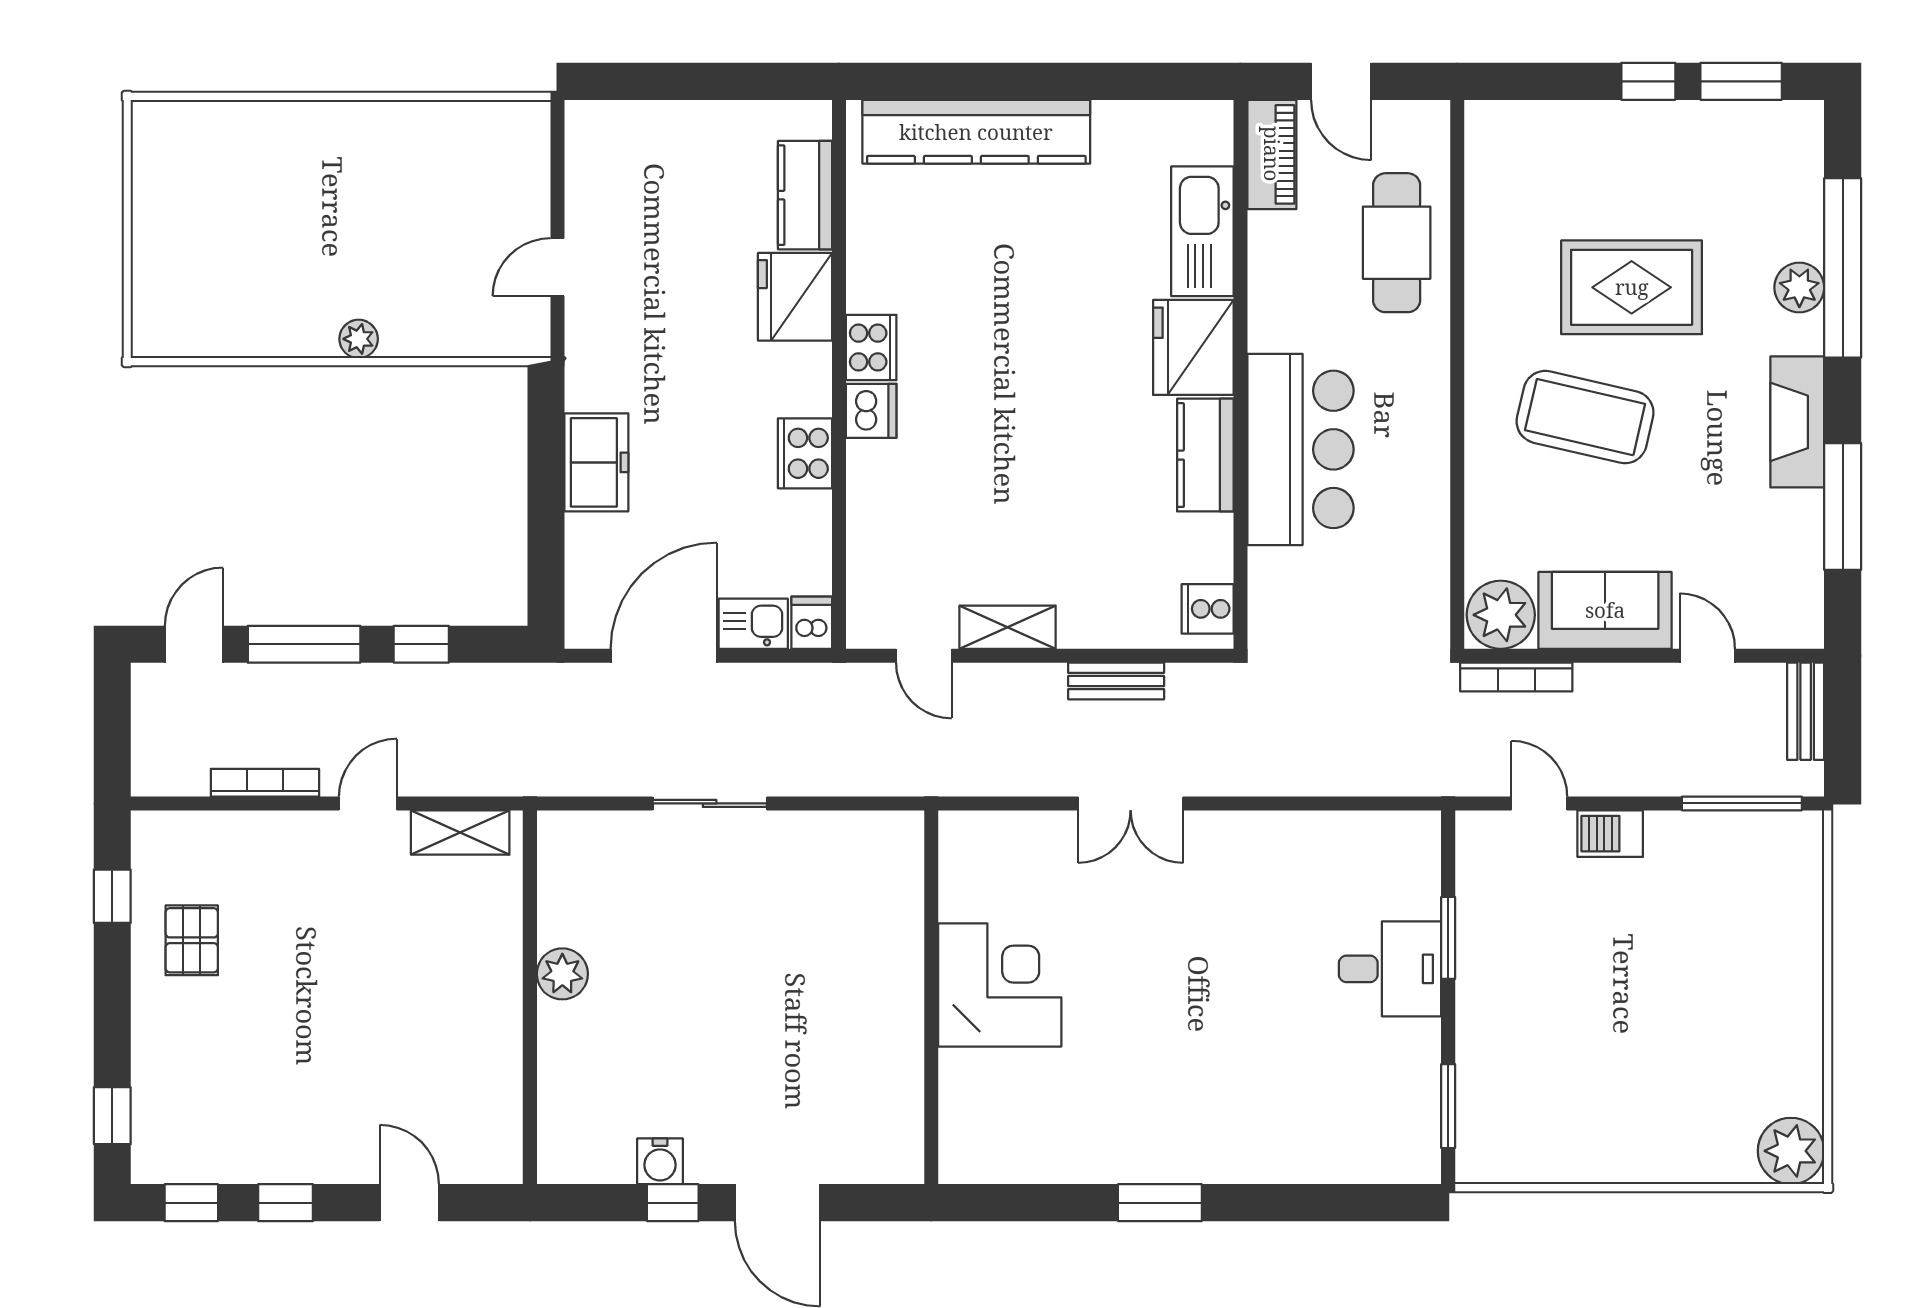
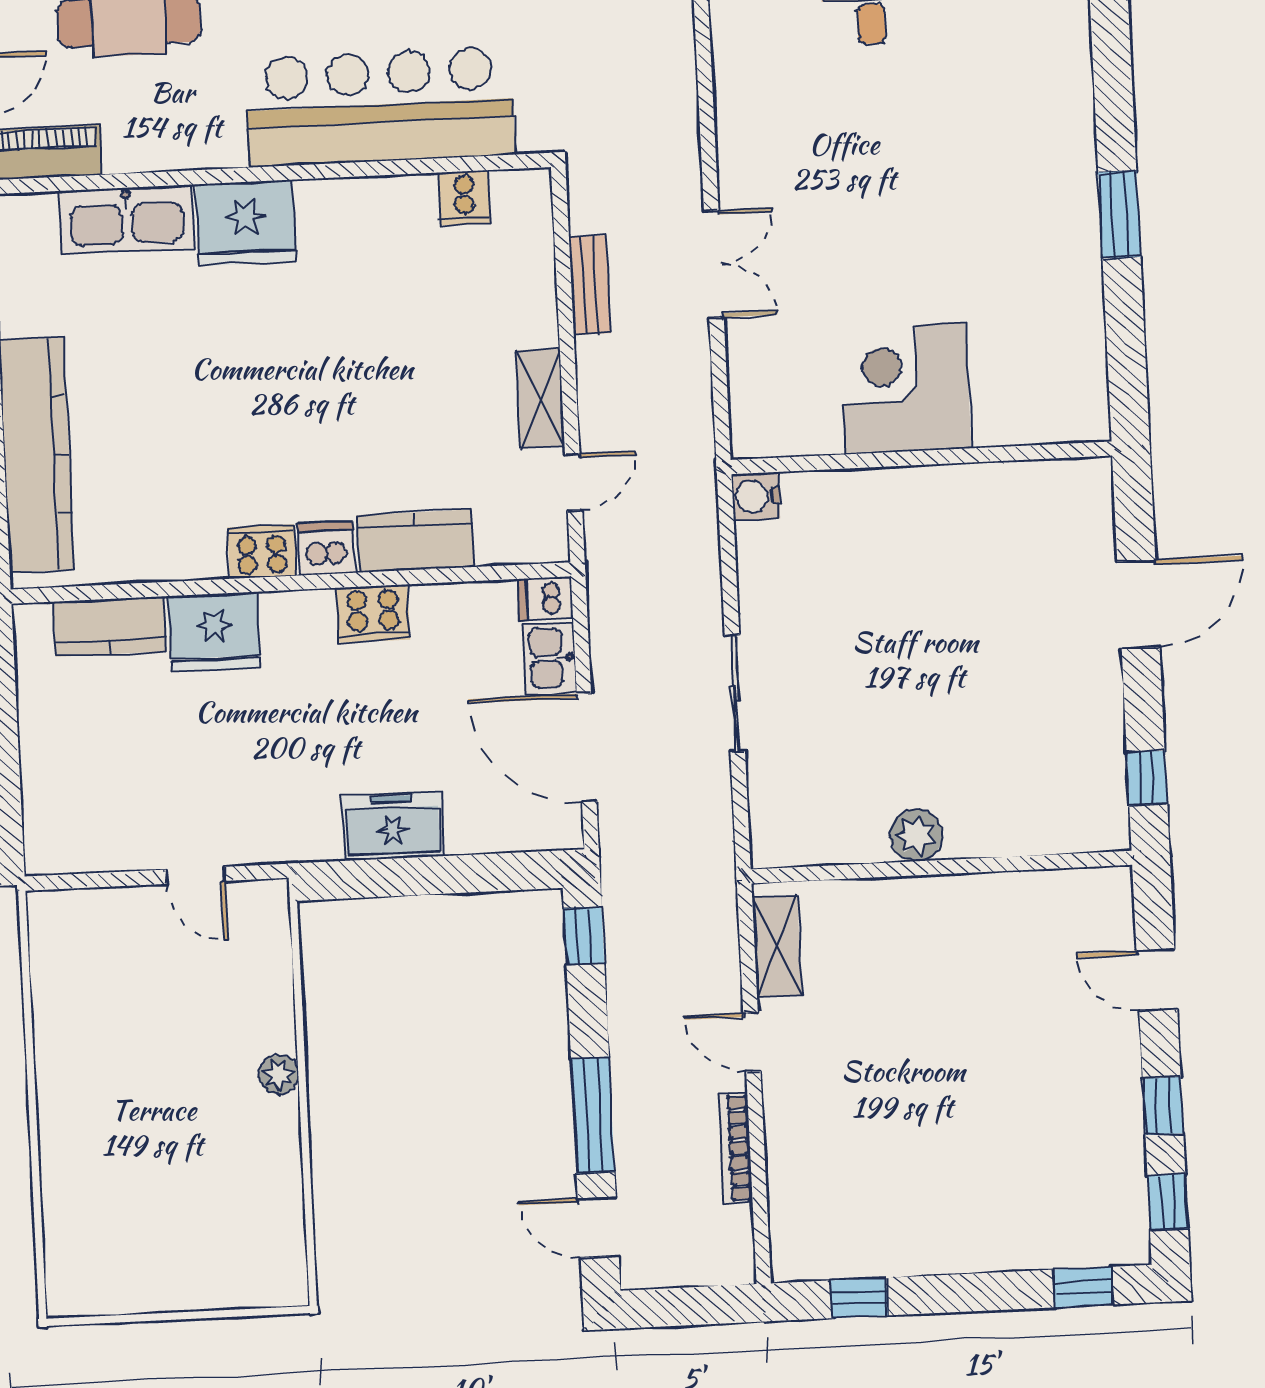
bar counter: (1300, 449) -> (380, 107), width x1.36
kitchen counter: (1205, 455) -> (415, 541), moved, turned 180
cooker: (1208, 609) -> (464, 198), moved
window: (421, 644) -> (584, 936), moved
pallet: (192, 940) -> (900, 1215), removed
water cooler: (660, 1161) -> (756, 496), moved, turned 180
door: (409, 1203) -> (1157, 980), hinge flipped
window: (673, 1203) -> (1147, 778), moved

